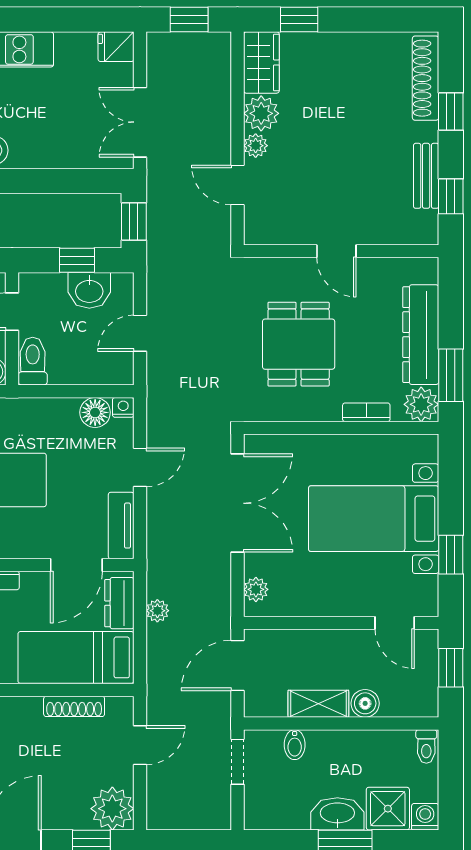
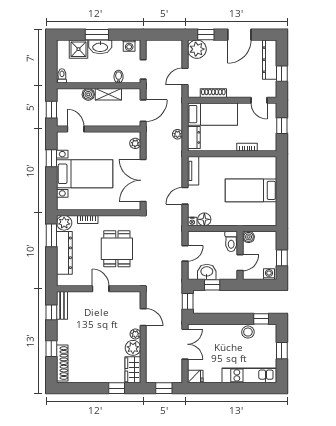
bench: (426, 176) -> (62, 305), moved
door: (76, 565) -> (212, 154), removed
washing machine: (425, 817) -> (129, 46), moved

